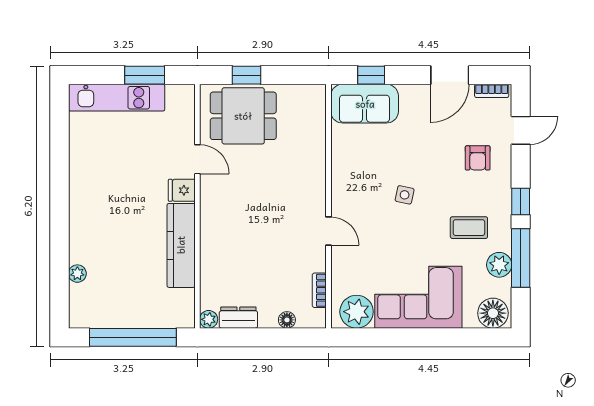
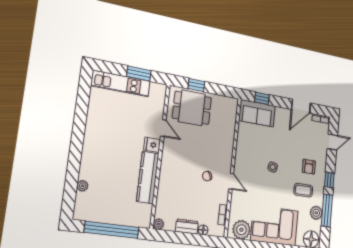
armchair: (478, 158) -> (309, 167), moved
chair: (284, 228) -> (207, 176), added
dresser: (238, 318) -> (187, 227), moved

